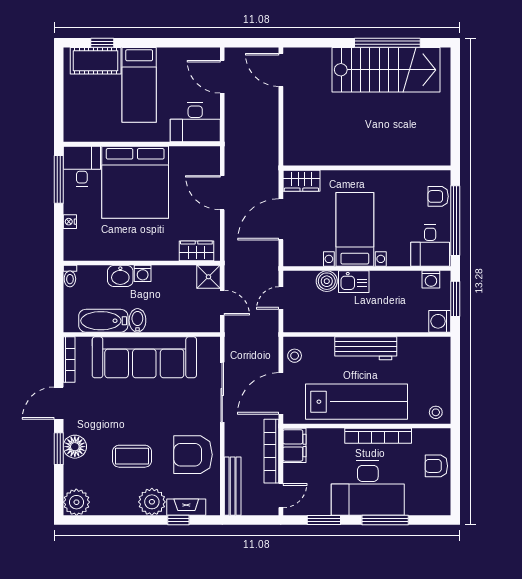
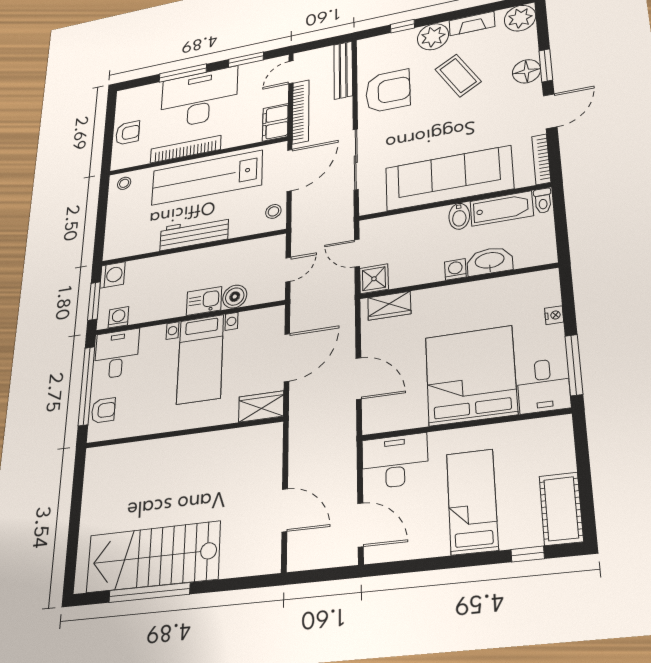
cot: (96, 61) -> (561, 509), moved, turned 90
door: (281, 70) -> (285, 510), moved
toilet: (70, 276) -> (543, 201), moved, turned 180
washbasin: (120, 276) -> (490, 261), width x1.38
coffee table: (132, 456) -> (458, 75), turned 59
fireplace: (186, 507) -> (472, 24), moved

